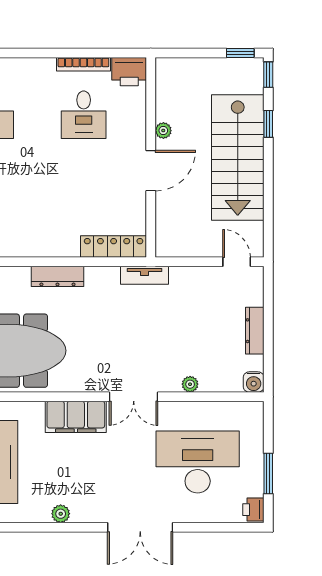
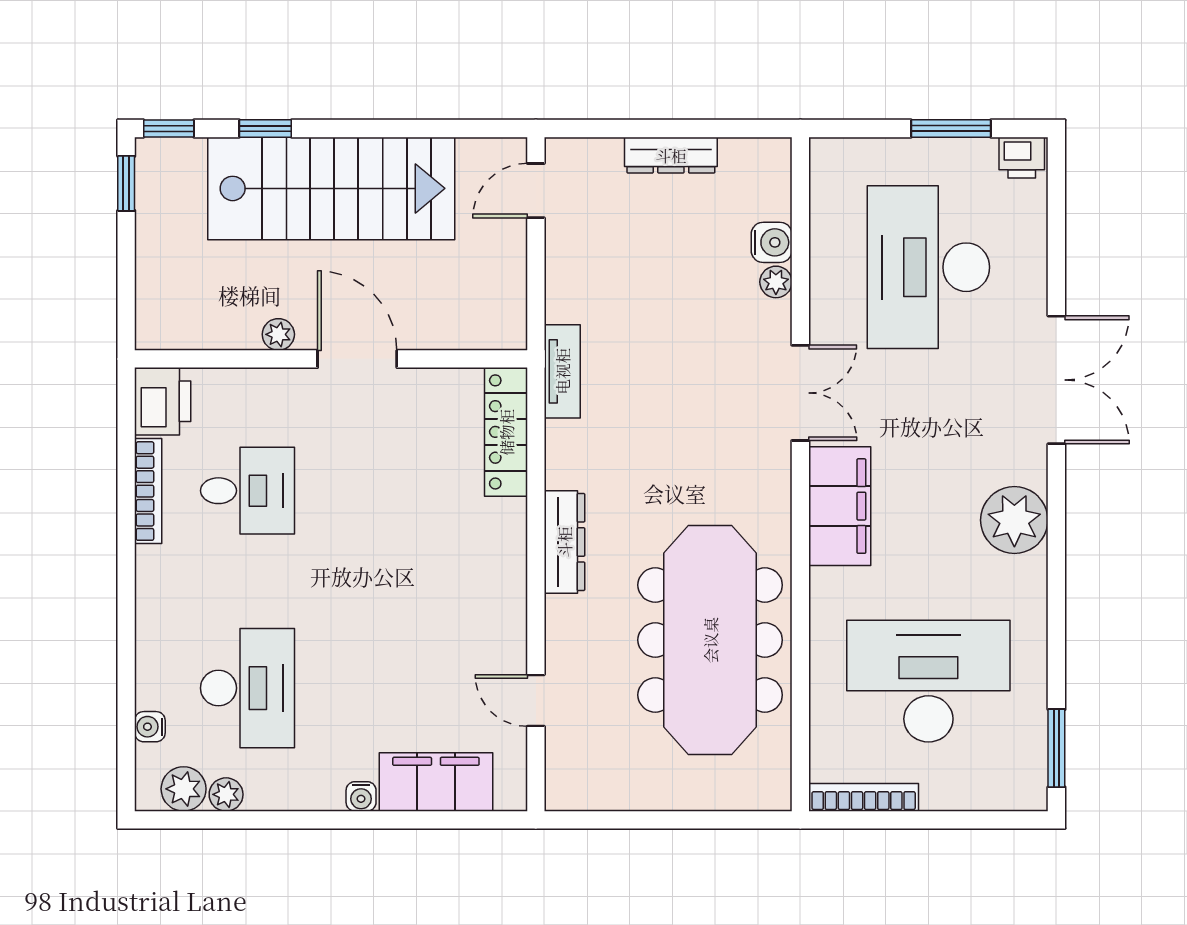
water cooler: (254, 382) -> (772, 242), moved
plant: (61, 514) -> (1014, 520), width x1.88, depth x1.88

